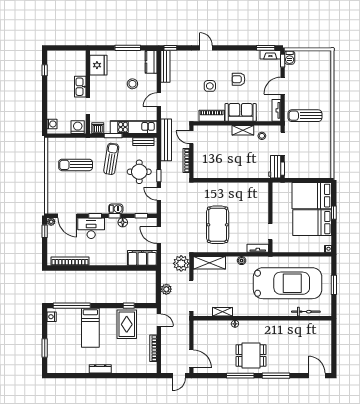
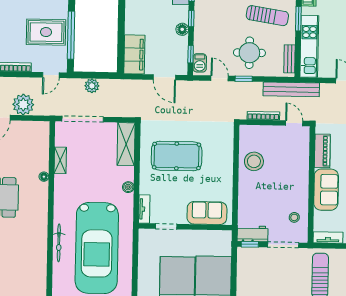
shelving: (243, 130) -> (302, 192), removed
door: (191, 137) -> (294, 123), hinge flipped
stool: (221, 167) -> (254, 161), added
door: (159, 194) -> (220, 78), hinge flipped
sofa: (260, 201) -> (207, 213), added
barbecue: (116, 209) -> (200, 63), moved
door: (159, 235) -> (164, 77), swing flipped
plant: (181, 263) -> (23, 104), moved
window: (129, 306) -> (71, 35), width x3.17
bicycle: (306, 312) -> (59, 243), moved

